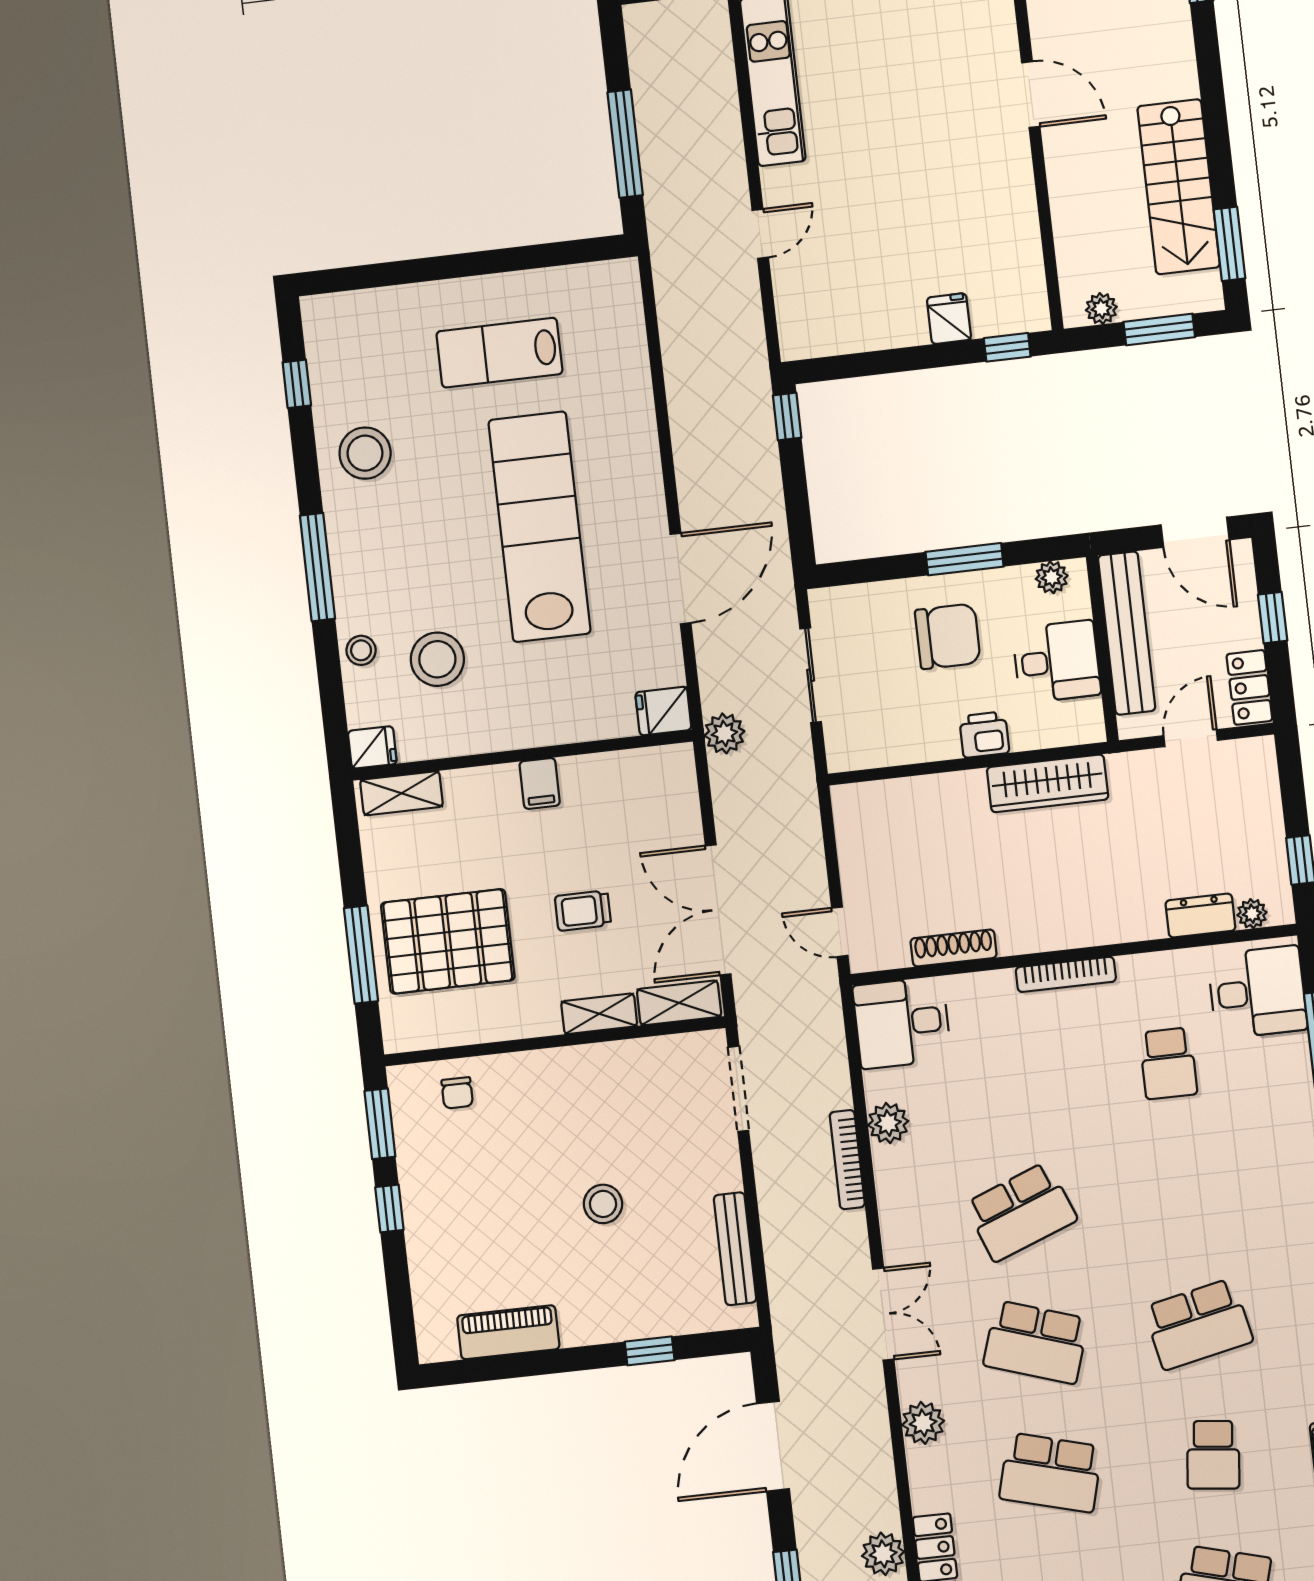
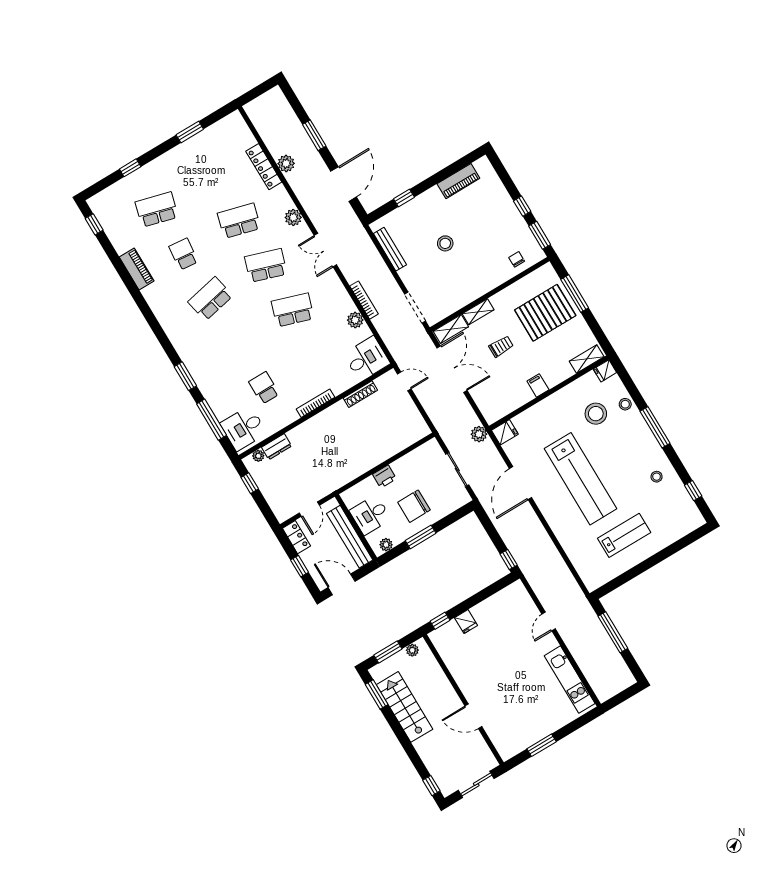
stool: (365, 453) -> (657, 477), width x0.53, depth x0.53
wardrobe: (1048, 783) -> (354, 469), removed
school desk: (1021, 1212) -> (293, 310), turned 39

